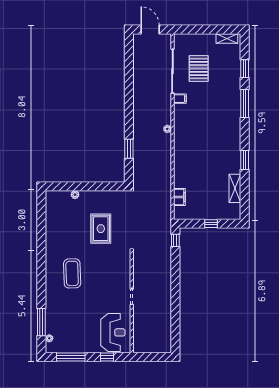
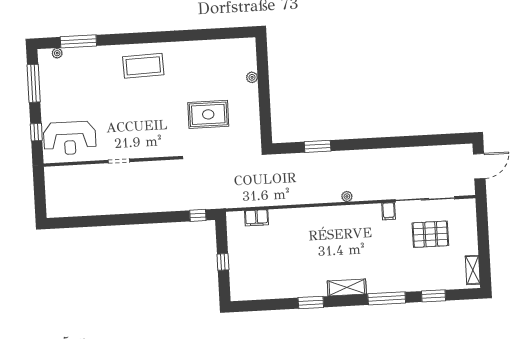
shelving: (235, 188) -> (347, 287), moved
coffee table: (72, 273) -> (143, 66), moved

